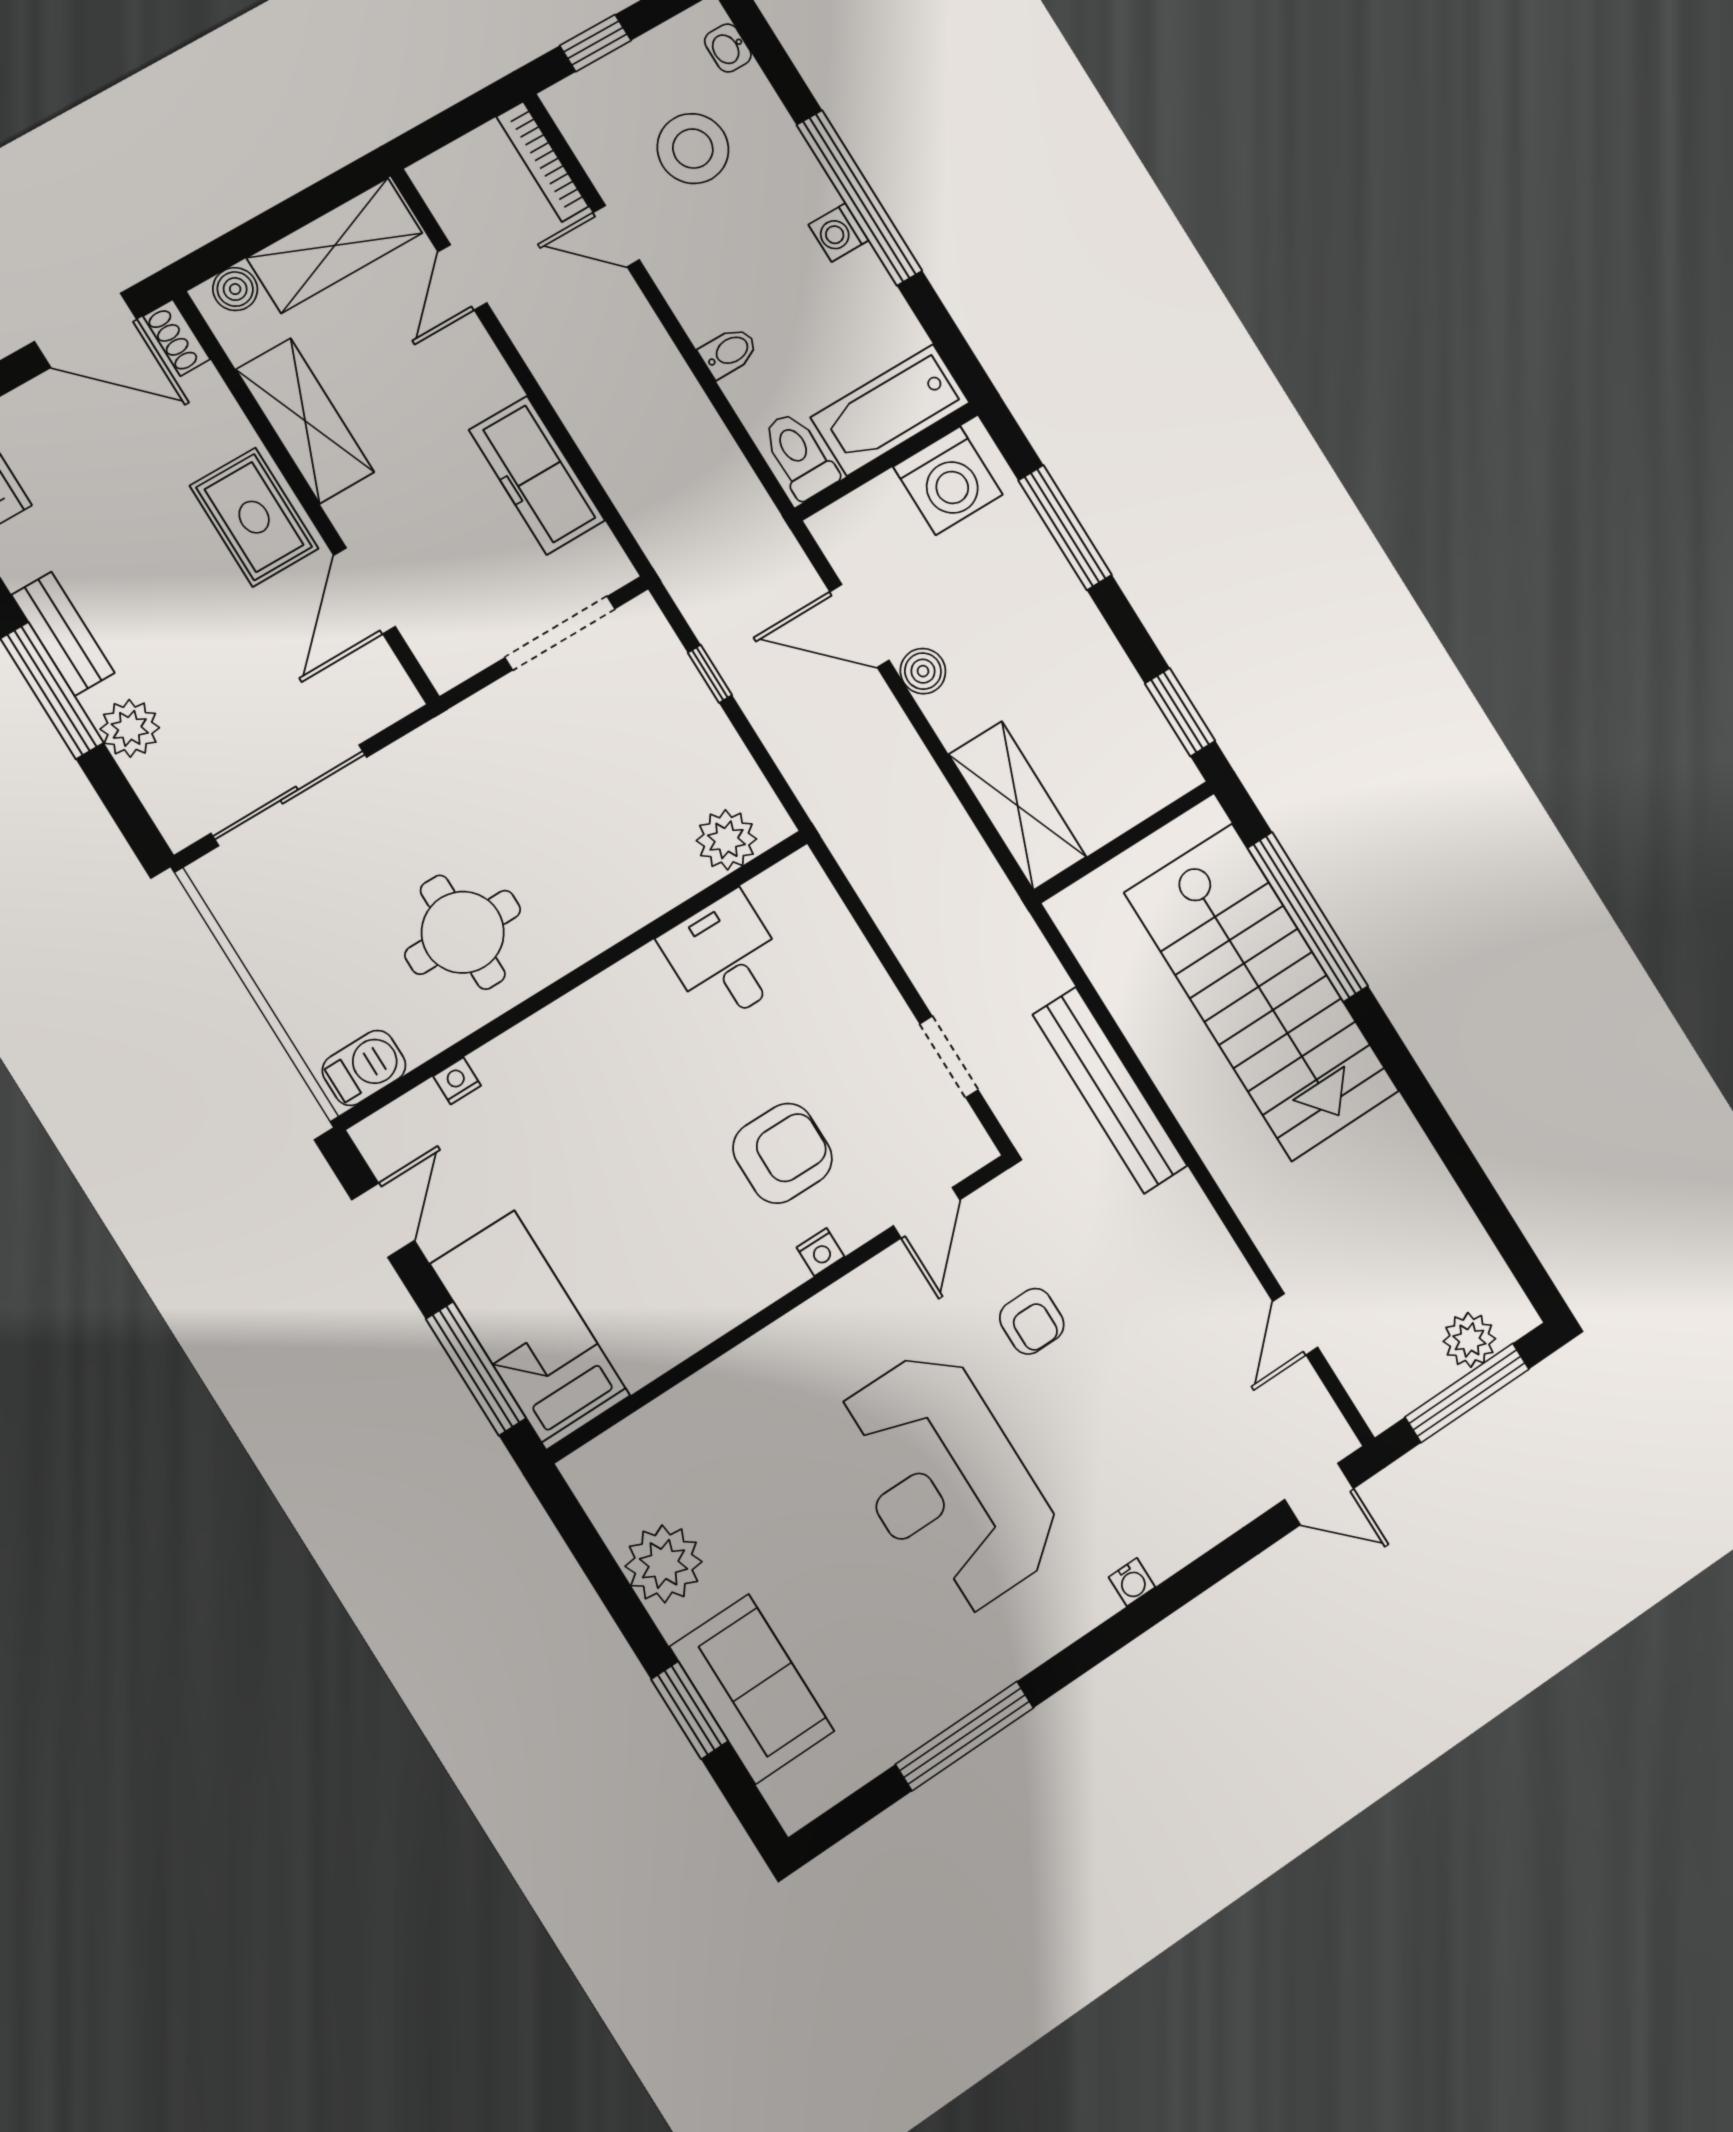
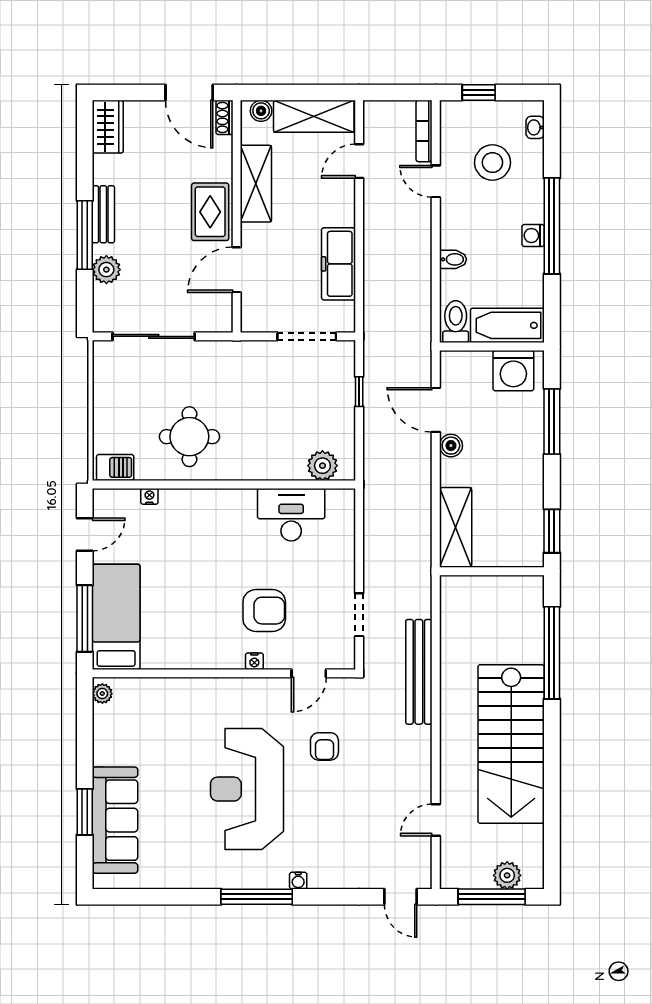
desk: (725, 958) -> (291, 515), width x1.37
stairs: (1262, 992) -> (511, 744), moved
plant: (664, 1564) -> (102, 694), moved, width x0.53, depth x0.53
sofa: (752, 1689) -> (115, 820), width x1.36
window: (965, 1736) -> (257, 897), moved

